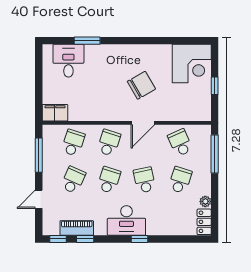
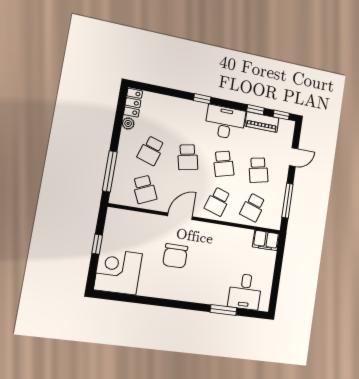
chair: (141, 85) -> (175, 256), turned -60
school desk: (73, 180) -> (258, 170), turned -36
school desk: (109, 180) -> (224, 164), turned -33
desk: (126, 221) -> (225, 122), moved

